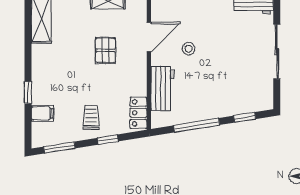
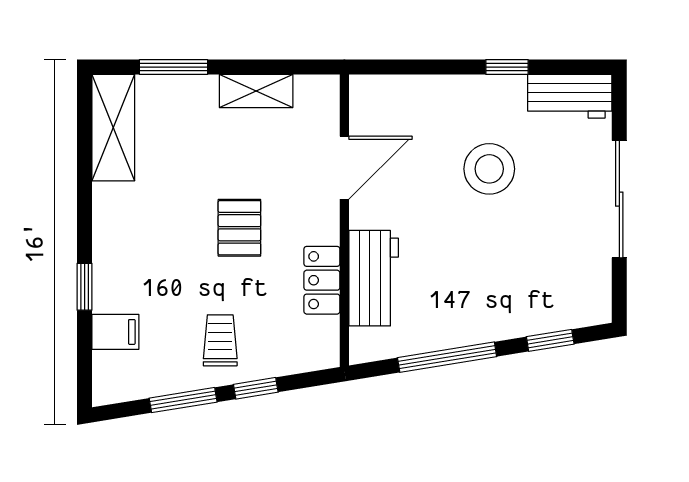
stool: (189, 49) -> (489, 169), moved, width x1.89, depth x1.89
pallet: (105, 50) -> (239, 228), moved
locker: (138, 113) -> (322, 280), moved
window: (59, 147) -> (183, 400), moved

